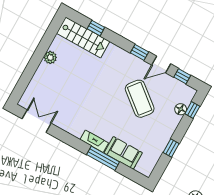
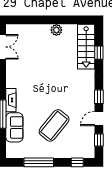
door: (161, 64) -> (99, 119), hinge flipped
coffee table: (140, 99) -> (54, 125), moved
floor lamp: (181, 109) -> (73, 153), removed
window: (171, 148) -> (39, 162), width x2.17

